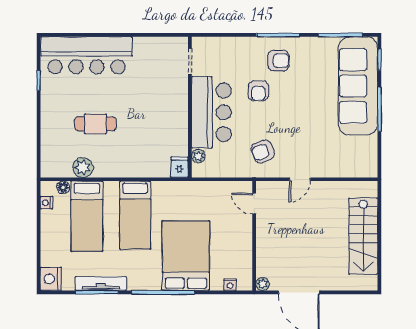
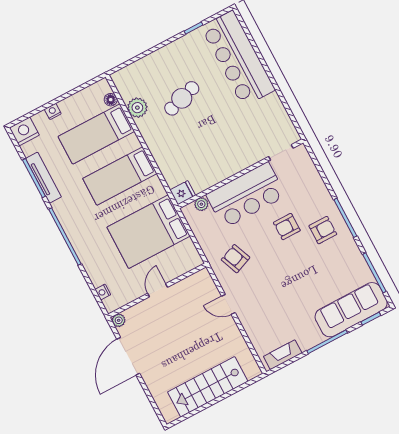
armchair: (278, 61) -> (323, 230), turned -90
sofa: (358, 86) -> (351, 310), width x0.74, depth x0.79
cafe table: (95, 124) -> (182, 98), turned 73
fireplace: (370, 155) -> (283, 355), added
nightstand: (46, 203) -> (53, 111), moved
door: (254, 204) -> (158, 290), moved
bed: (186, 256) -> (148, 232), moved, turned 180

